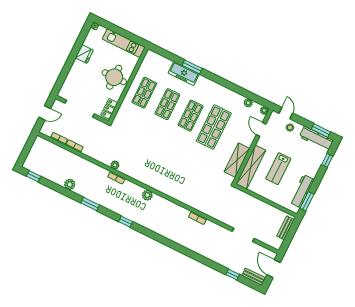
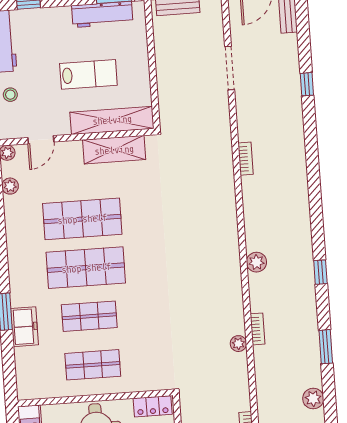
freezer: (184, 74) -> (24, 327), width x0.71
shop shelf: (191, 116) -> (86, 268), width x1.43, depth x1.36
window: (233, 275) -> (307, 84), moved

